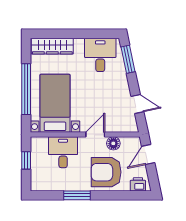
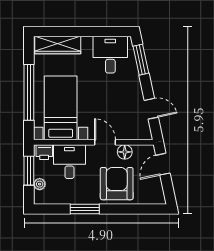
door: (95, 135) -> (105, 142), hinge flipped
window: (26, 160) -> (29, 171), width x1.50
armchair: (106, 172) -> (117, 184), turned 90
plant: (36, 173) -> (40, 184), added
printer: (138, 184) -> (44, 152), moved, turned 180

